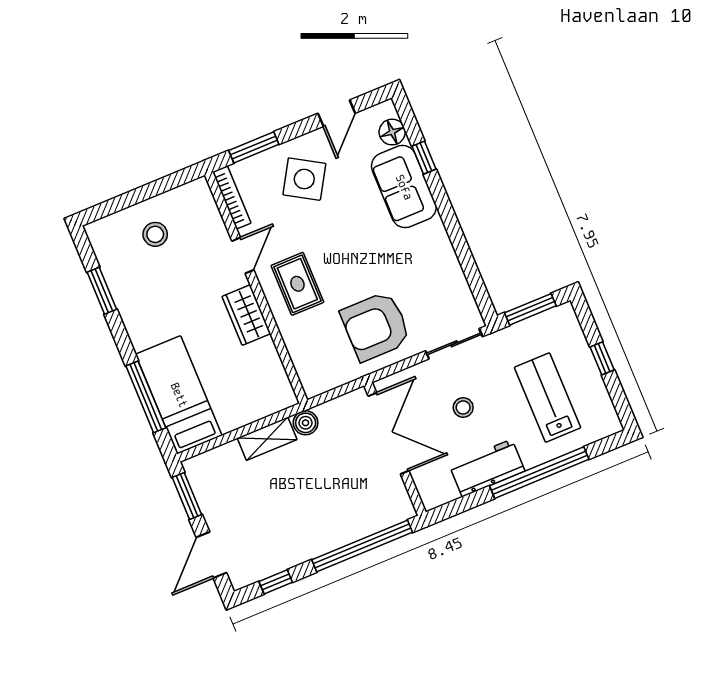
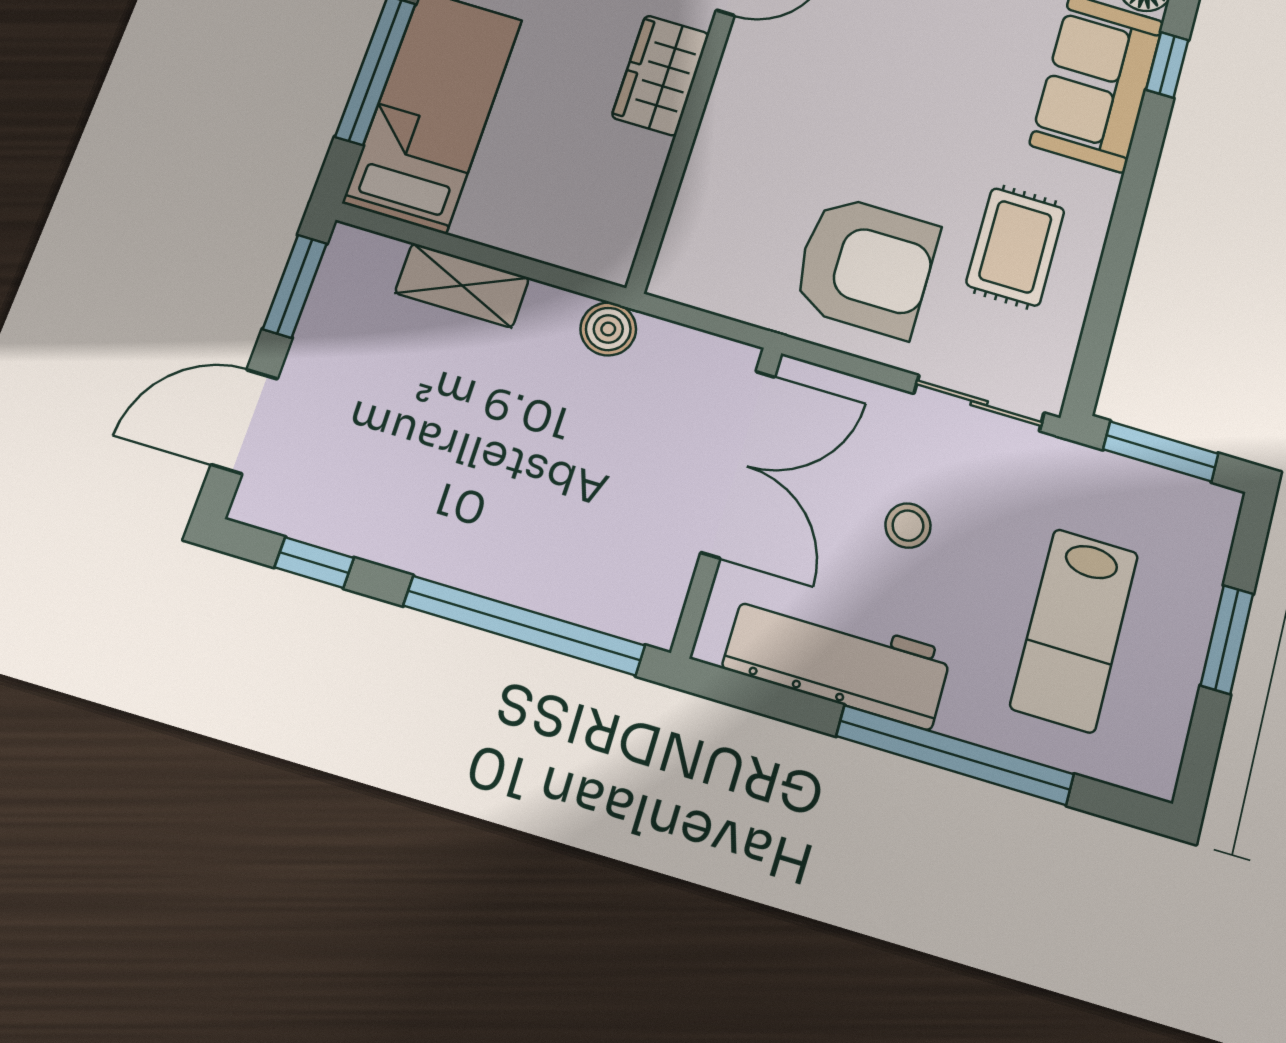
rug: (297, 284) -> (1015, 247), moved
armchair: (376, 326) -> (865, 266), turned 180
window: (602, 358) -> (1227, 639), width x1.50
lab bench: (548, 398) -> (1074, 630), turned 180
shelving: (267, 439) -> (462, 285), moved
workbench: (487, 468) -> (837, 660), width x1.37

